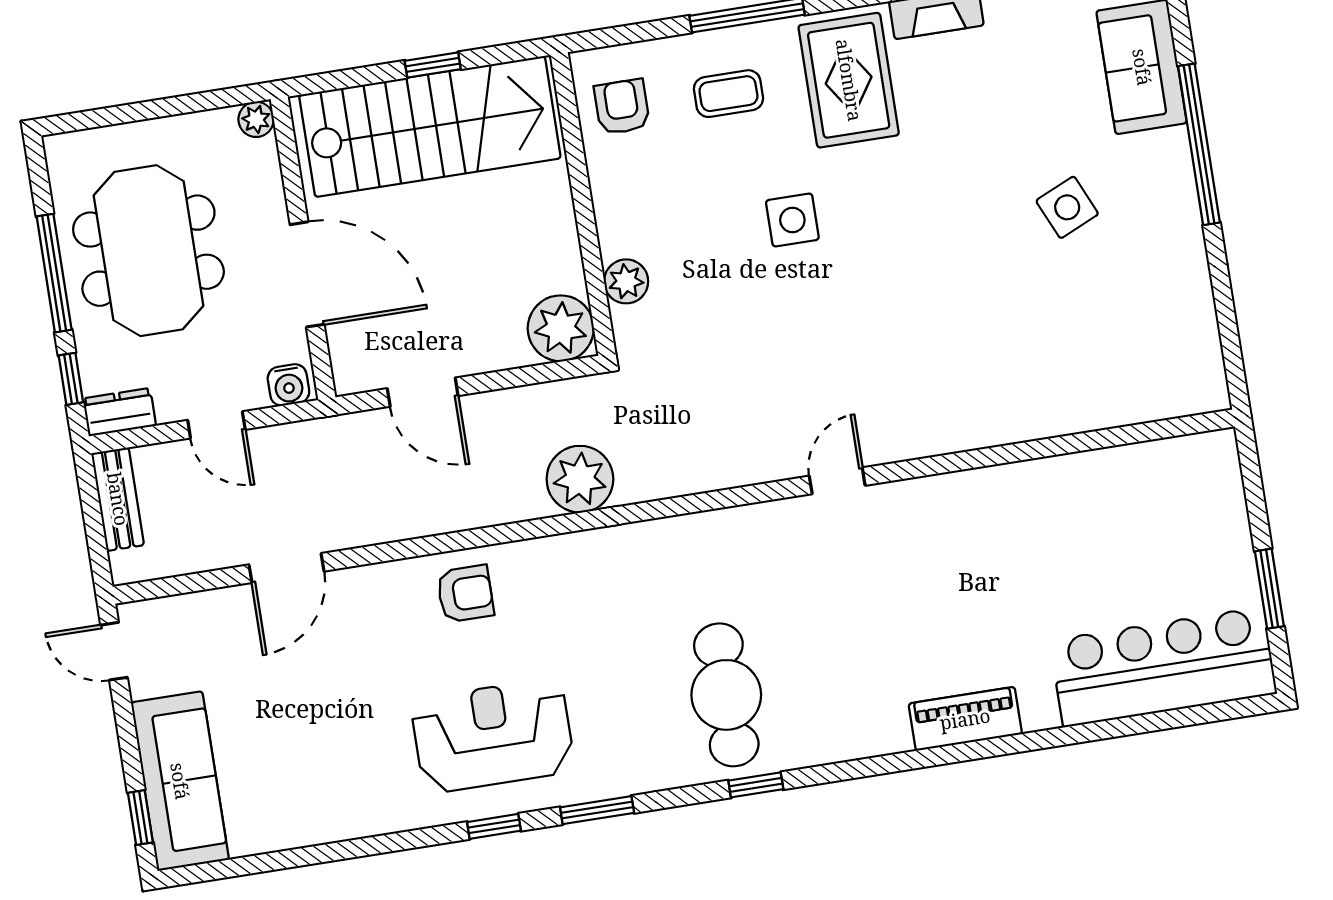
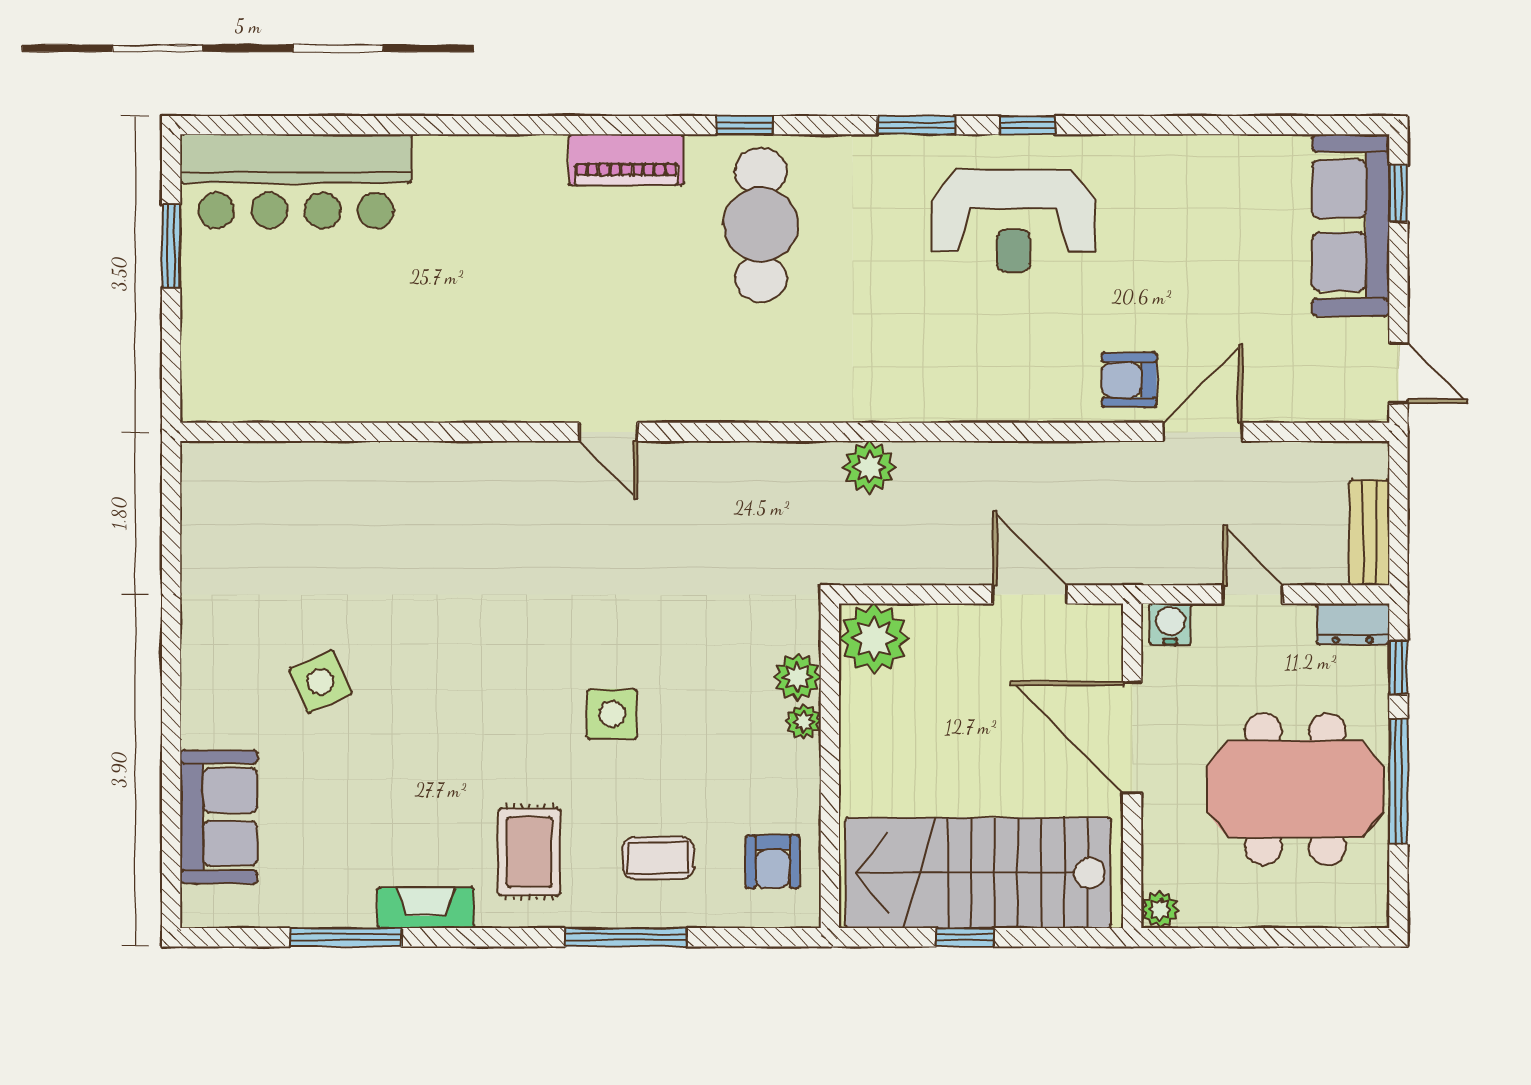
rug: (849, 80) -> (529, 852), width x0.73, depth x0.70
window: (1199, 144) -> (171, 726), removed
plant: (614, 241) -> (804, 722), added
meeting table: (148, 251) -> (1295, 789), turned 90
plant: (580, 479) -> (869, 467), width x0.73, depth x0.73
door: (837, 481) -> (608, 432), hinge flipped
armchair: (465, 594) -> (1129, 380), moved
piano: (965, 719) -> (626, 160), moved

